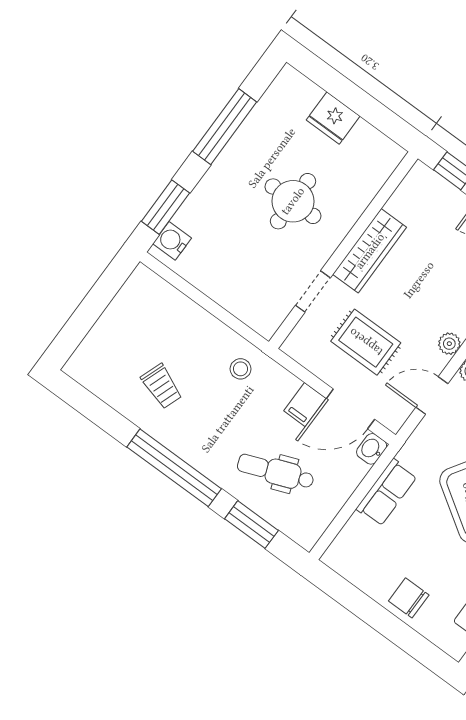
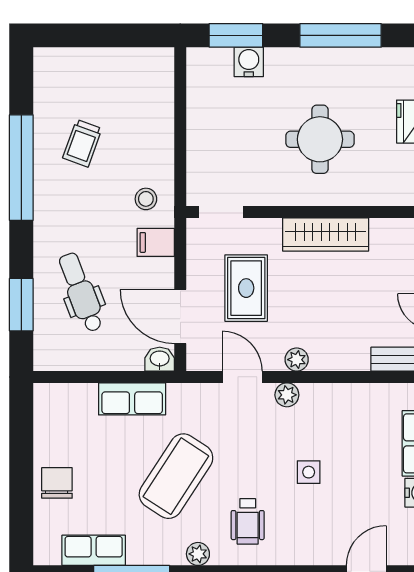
water cooler: (172, 241) -> (249, 62), moved
doorway: (313, 292) -> (221, 212), moved
filing cabinet: (305, 405) -> (156, 242), moved
window: (174, 468) -> (21, 168), moved

